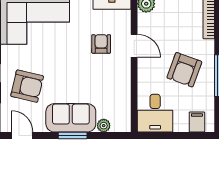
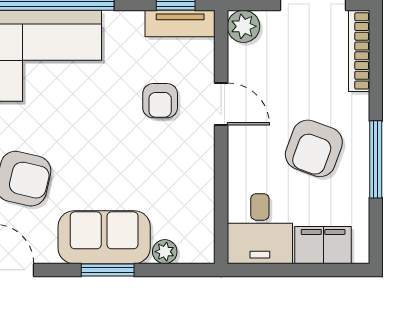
armchair: (101, 44) -> (160, 101), turned 180
filing cabinet: (197, 122) -> (323, 245), width x2.00

